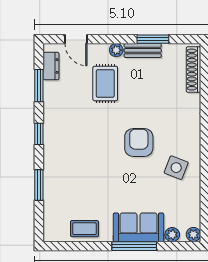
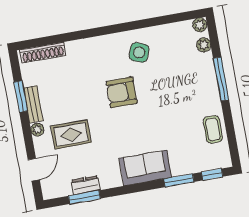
dresser: (51, 66) -> (86, 185), moved
window: (39, 134) -> (212, 174), moved
sofa: (138, 227) -> (145, 168), moved, turned 90

